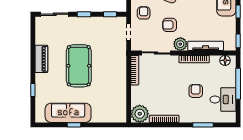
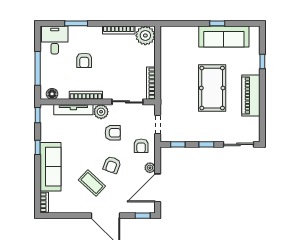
piano: (41, 59) -> (251, 96), width x1.37, depth x1.33
desk: (223, 99) -> (55, 40), moved, turned 90

